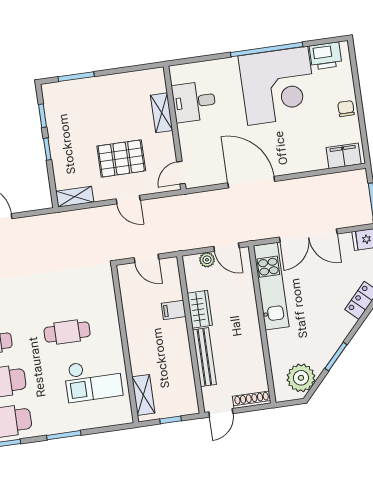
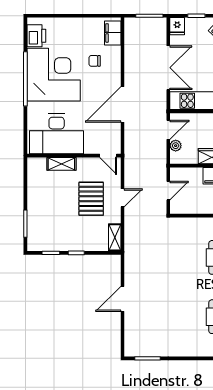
desk: (194, 102) -> (57, 134), width x1.87, depth x1.30
chair: (346, 109) -> (95, 61), moved

